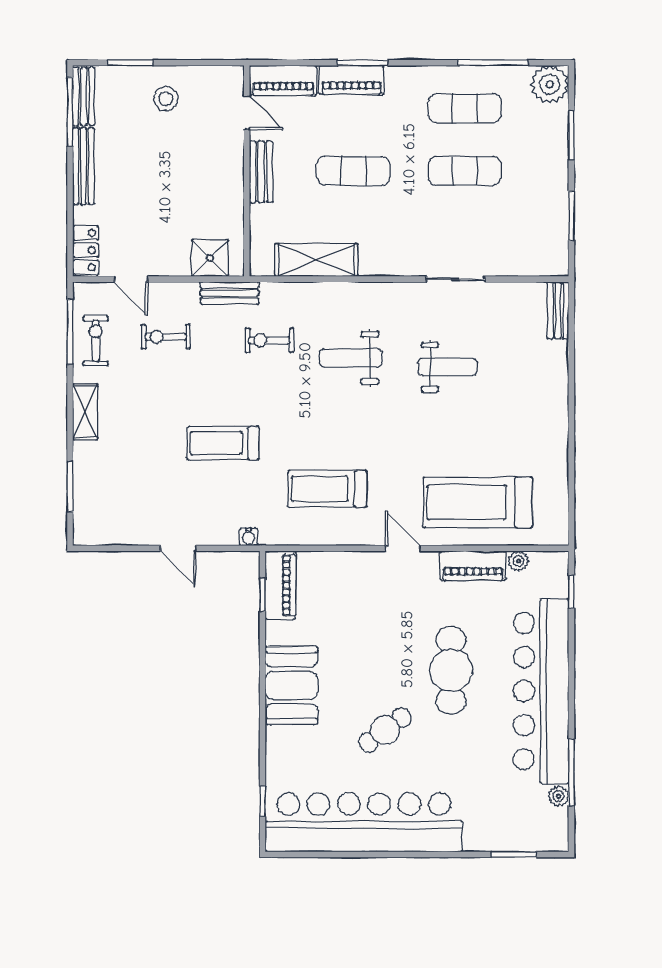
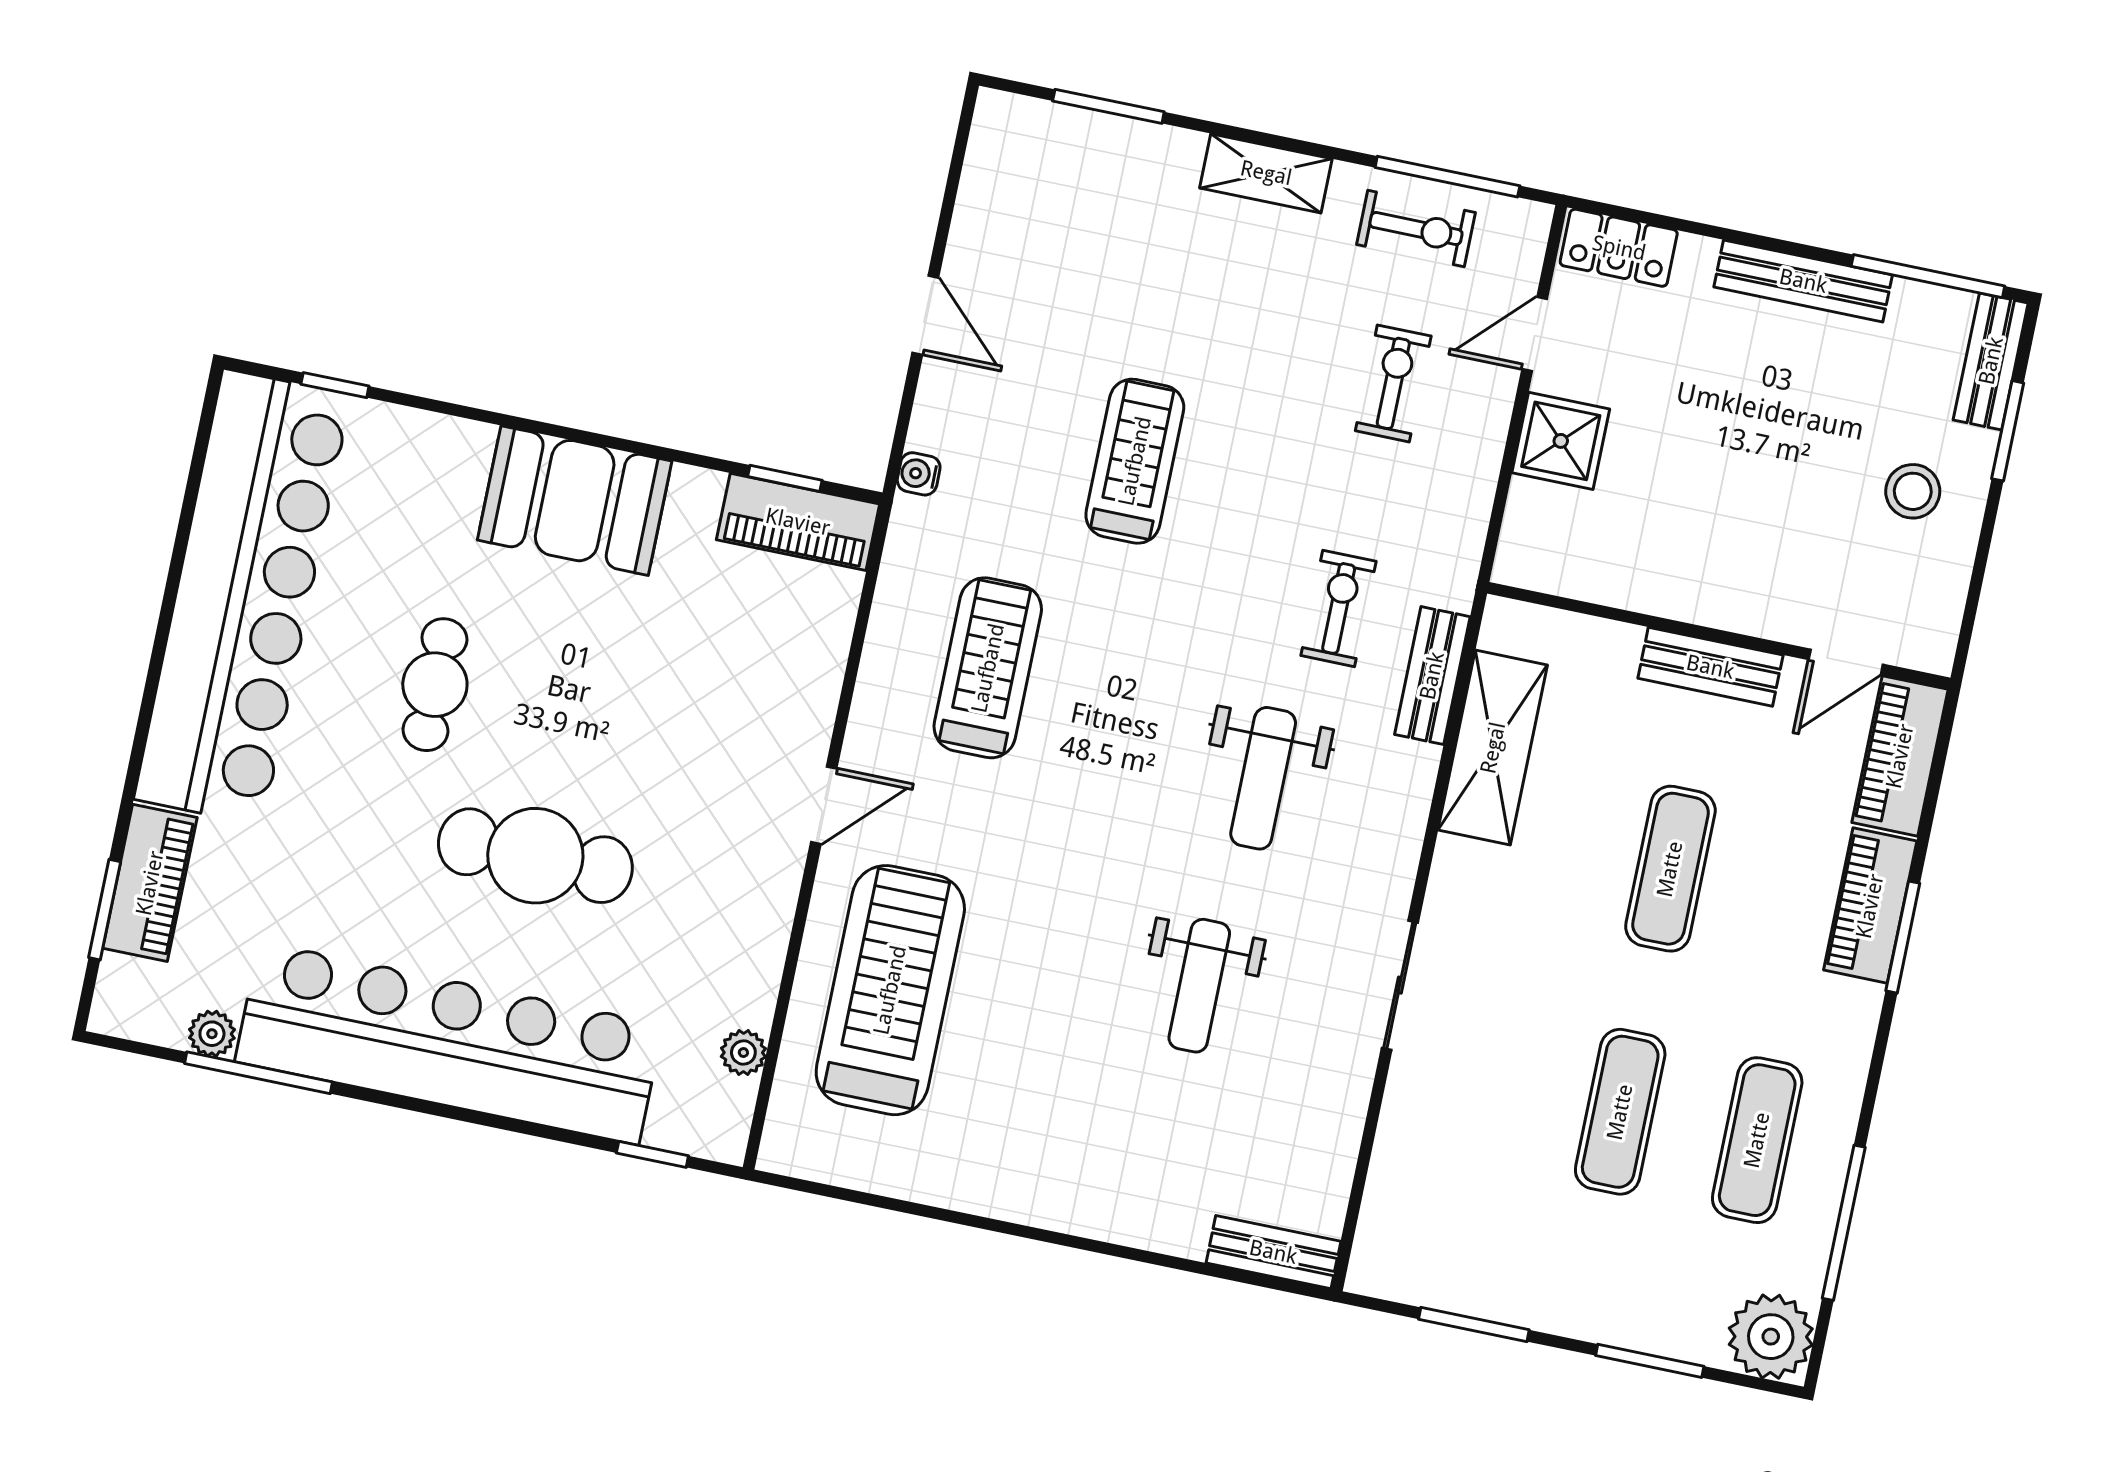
bench: (84, 96) -> (1991, 361), moved, turned 90
shower: (210, 258) -> (1561, 441), moved
sliding door: (456, 279) -> (1400, 985), moved
bench: (230, 293) -> (1432, 676), moved
weight bench: (351, 358) -> (1263, 778), turned 180
door: (178, 548) -> (925, 315), swing flipped
piano: (473, 566) -> (150, 883), moved, turned 180
cafe table: (385, 730) -> (435, 685), turned 37

